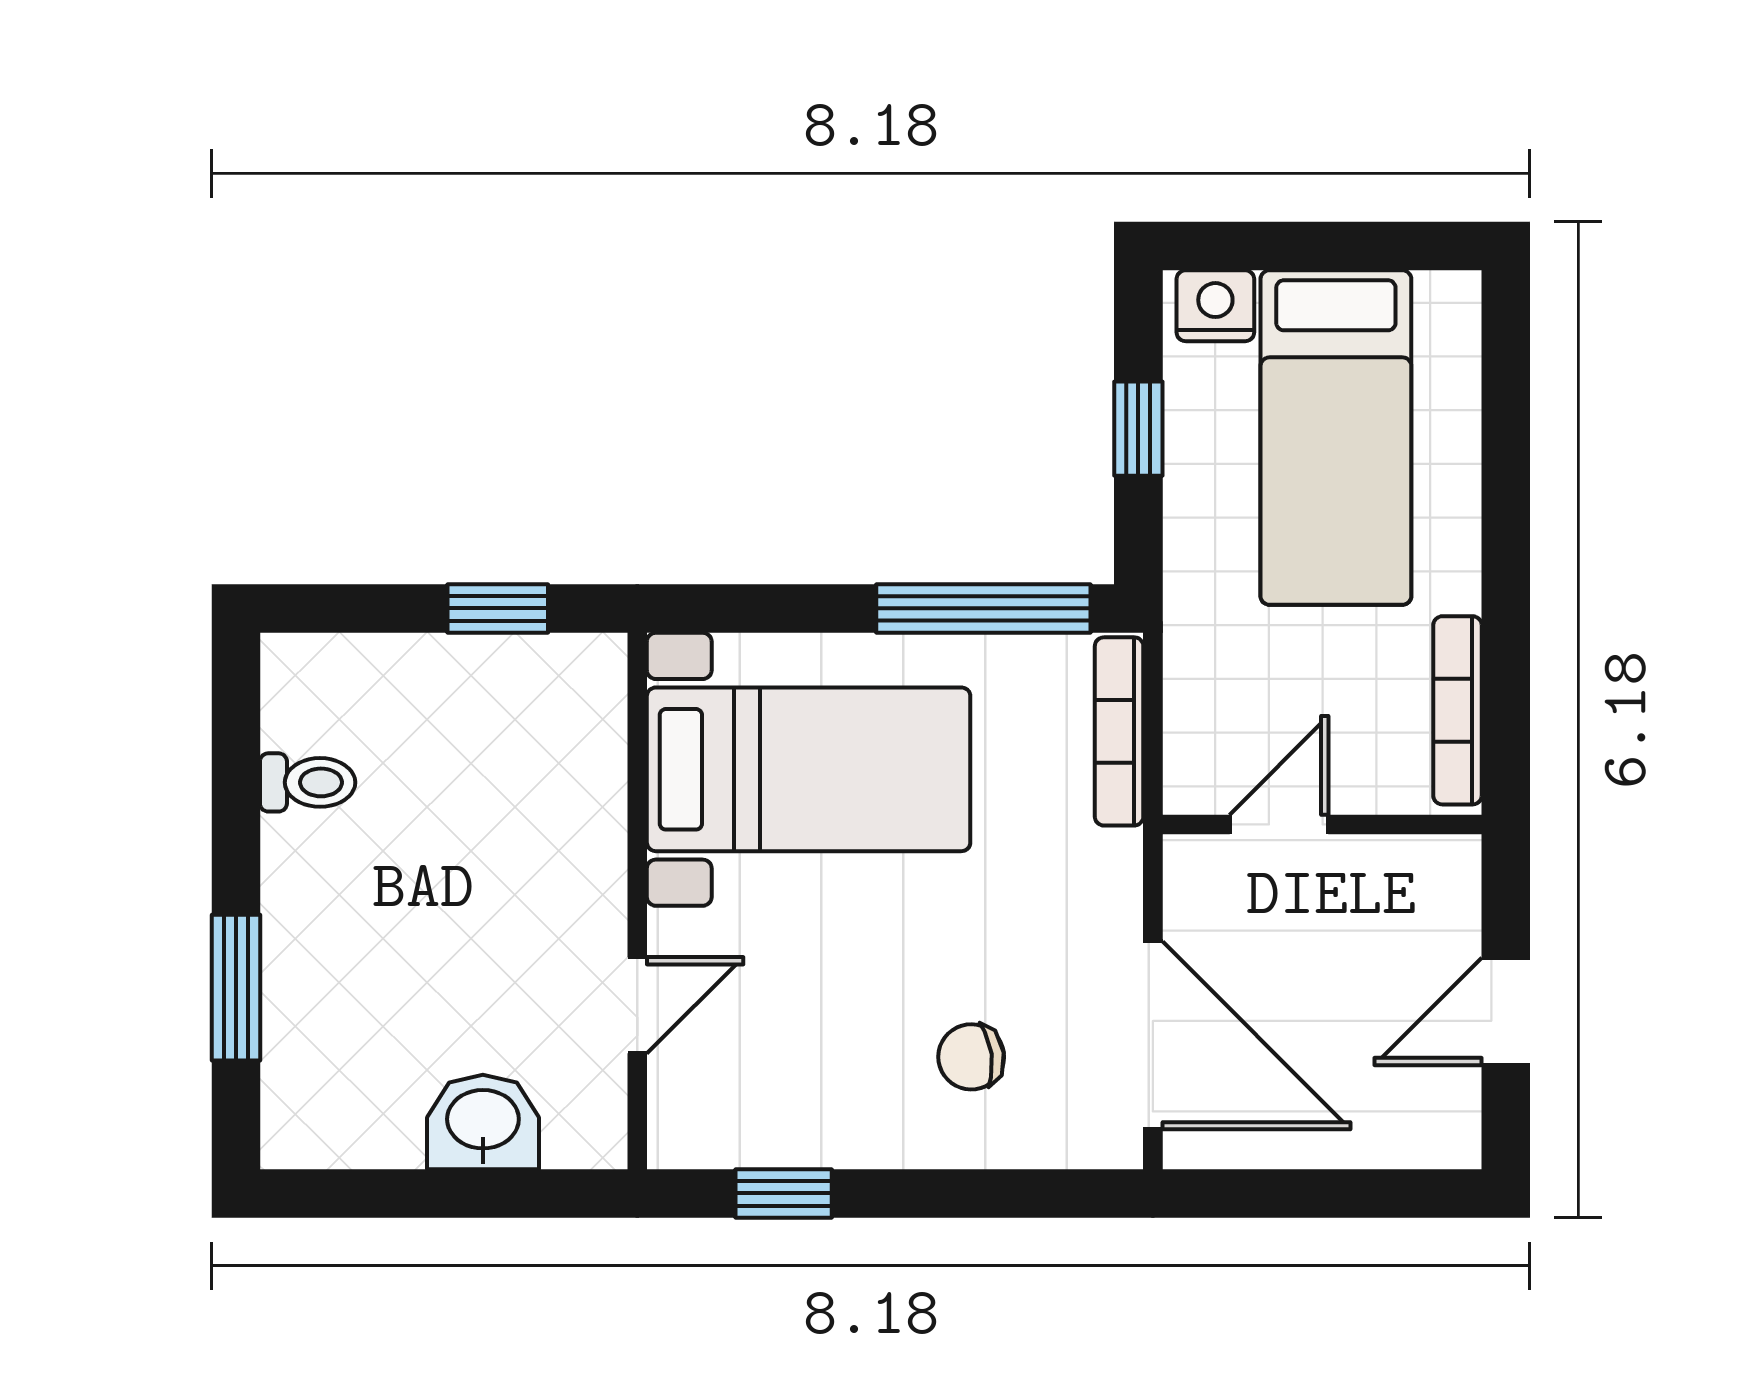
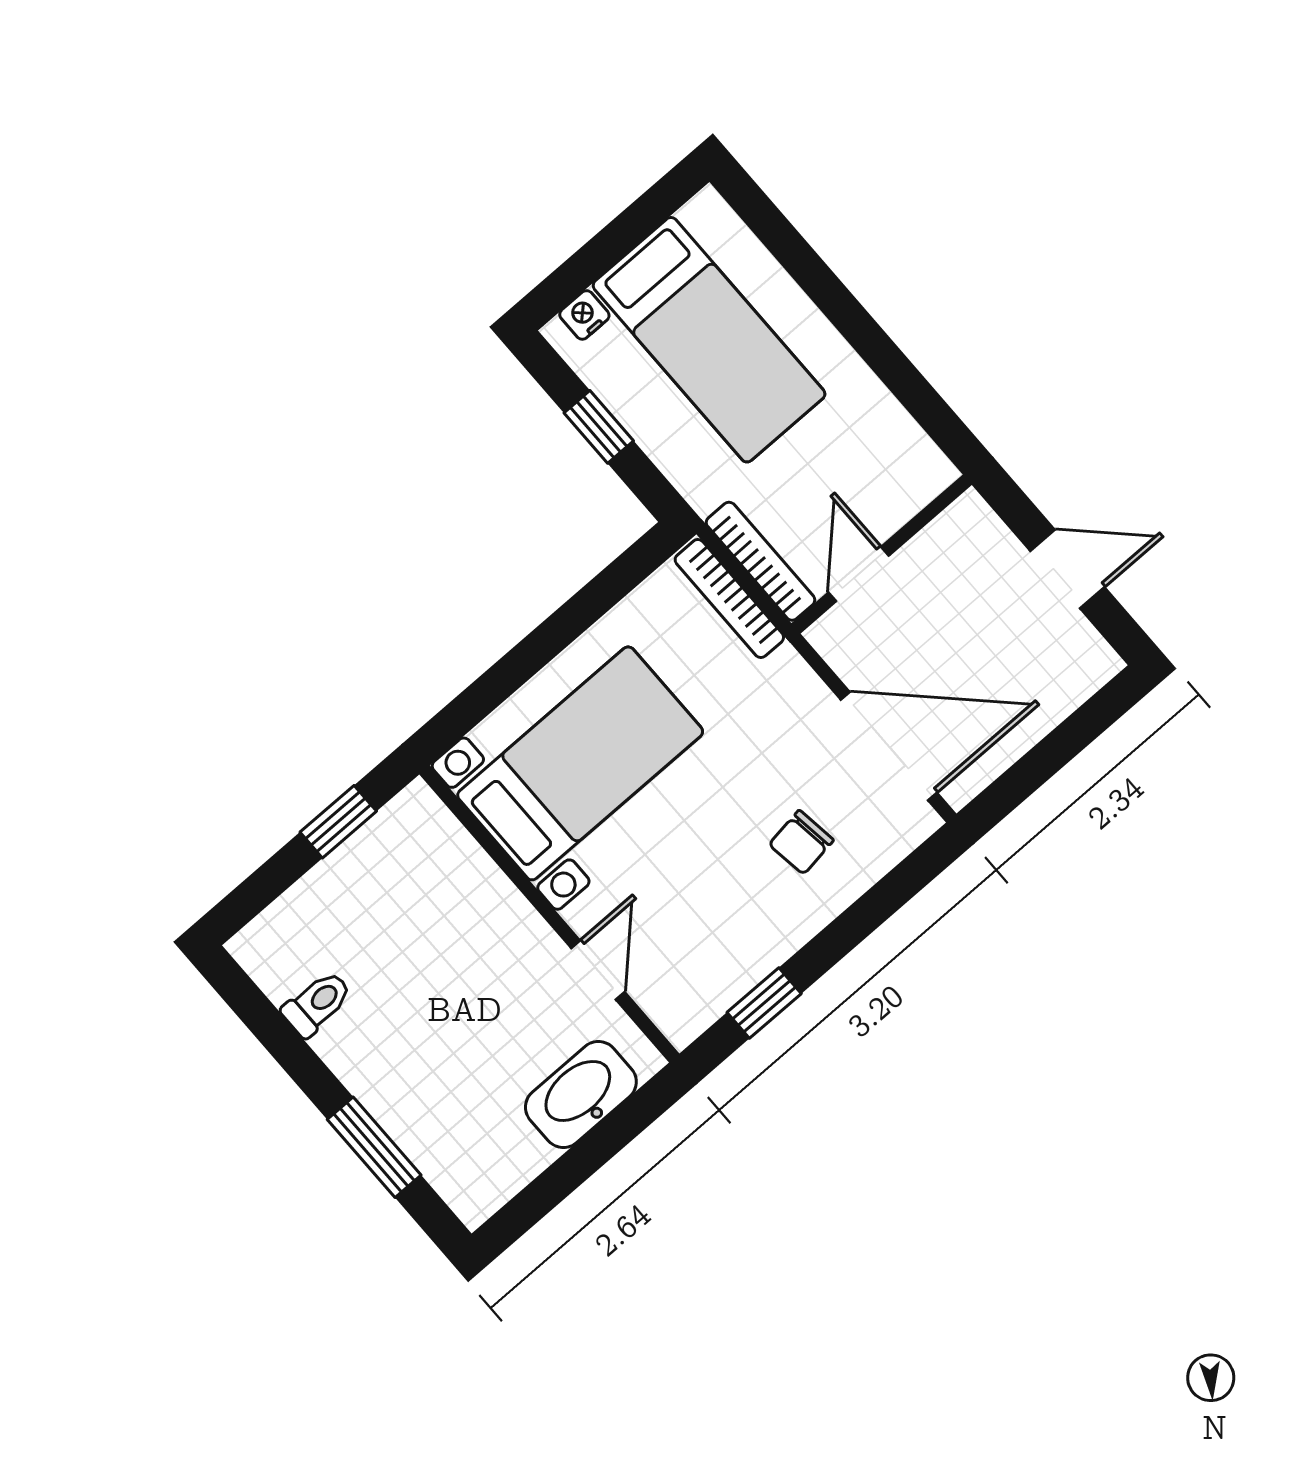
nightstand: (1215, 306) -> (584, 315), width x0.72, depth x0.74
window: (983, 608) -> (599, 596), removed
bookcase: (1457, 710) -> (761, 561), moved, turned 180
door: (1506, 1011) -> (1067, 569), swing flipped
washbasin: (483, 1122) -> (581, 1094), width x1.38

